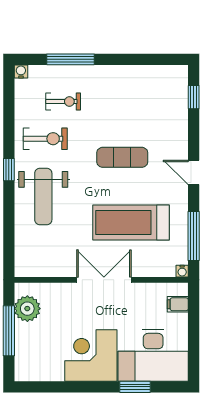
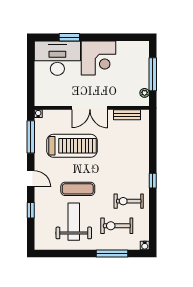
window: (194, 97) -> (31, 210), moved
exercise bike: (63, 101) -> (117, 226), width x1.38, depth x1.39
weight bench: (43, 196) -> (74, 222), moved
bench: (48, 269) -> (127, 115), added
filing cabinet: (178, 304) -> (41, 92), removed
plant: (27, 309) -> (145, 93), width x0.53, depth x0.53

